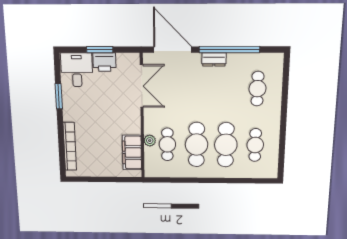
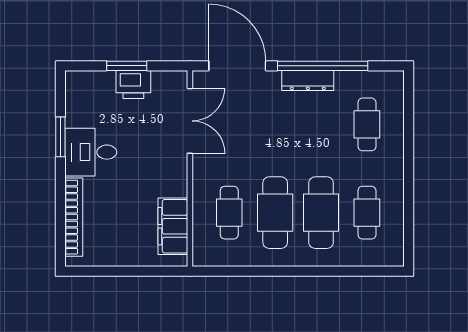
dresser: (214, 59) -> (308, 80), width x1.44
desk: (77, 70) -> (91, 152), moved, turned -90
plant: (150, 141) -> (201, 207), removed

